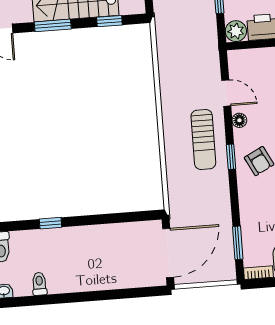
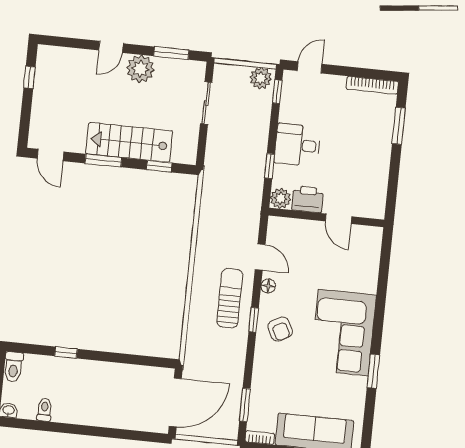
sun lounger: (203, 140) -> (230, 298), turned 180

